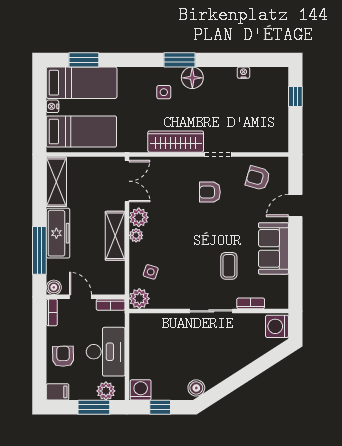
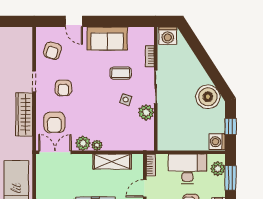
armchair: (166, 180) -> (54, 122), added
shelving: (115, 236) -> (112, 162), moved
side table: (151, 272) -> (126, 100), moved
plant: (139, 299) -> (146, 112), moved
boiler: (196, 388) -> (208, 97), width x1.86, depth x1.86

